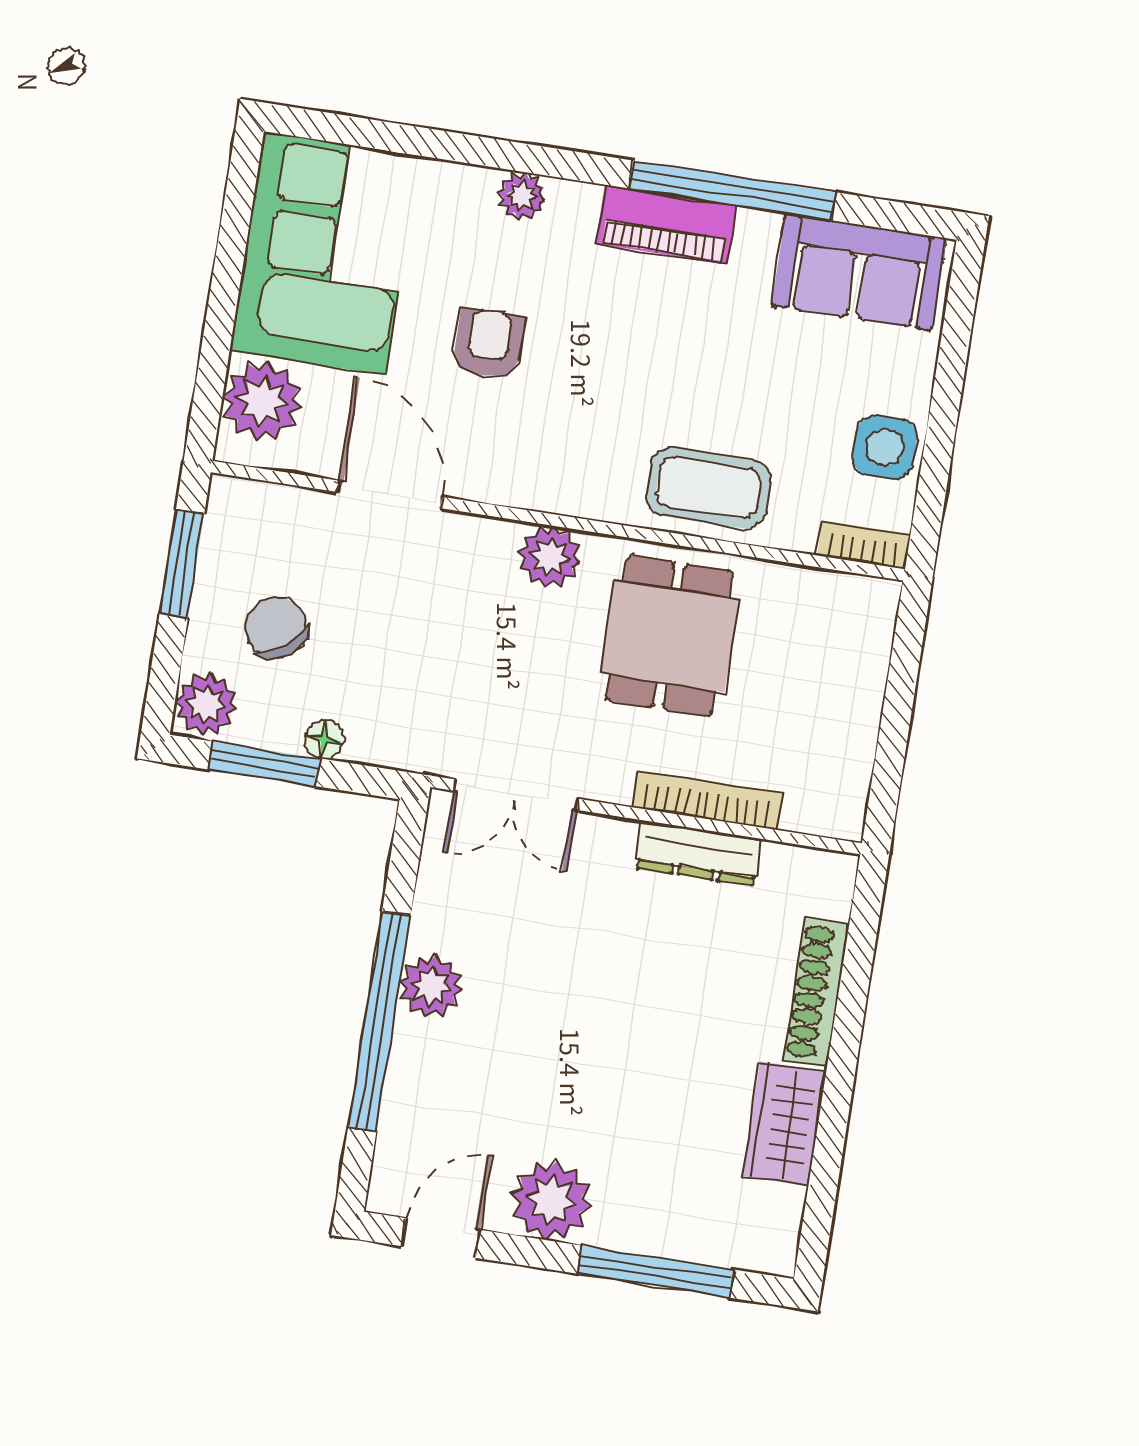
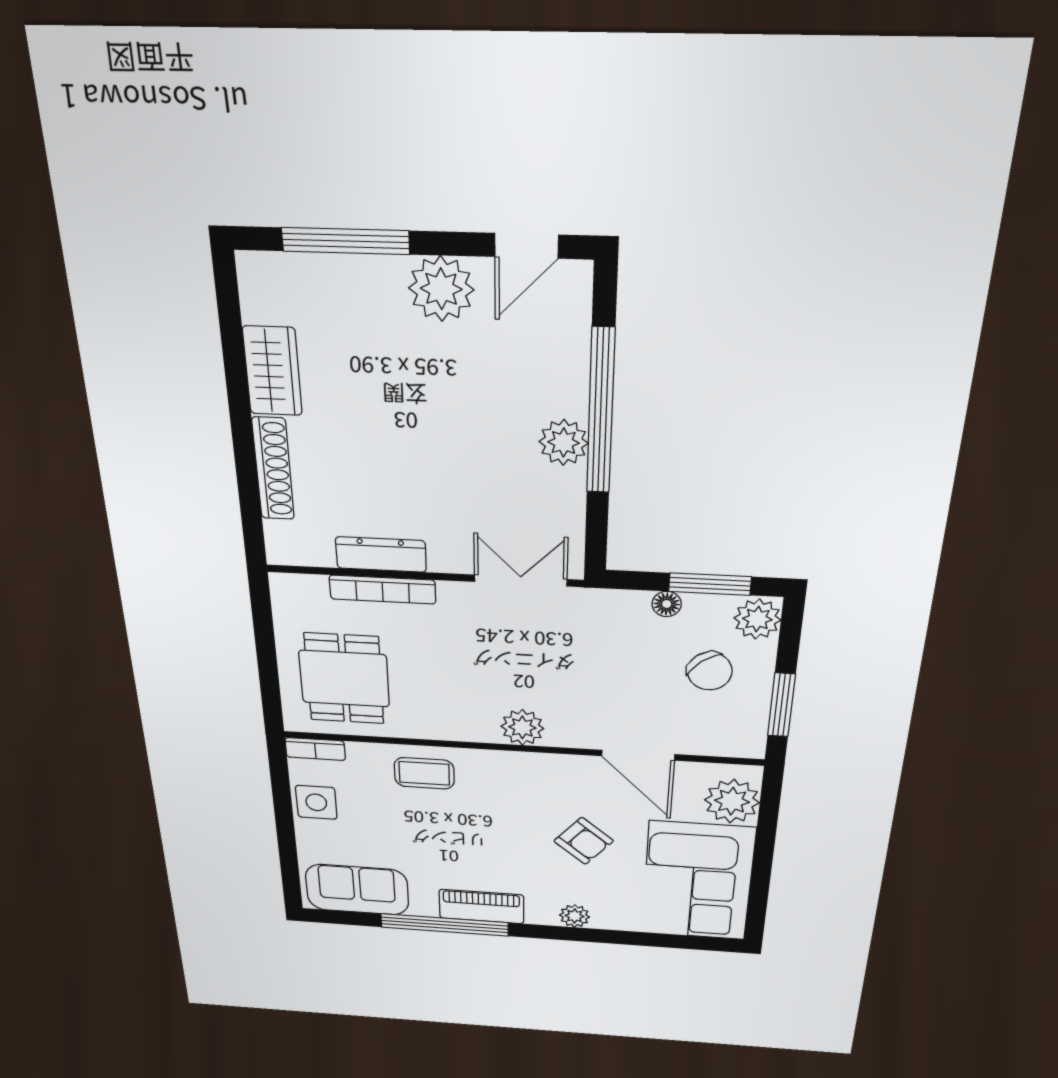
armchair: (488, 344) -> (584, 841), turned -50
coffee table: (708, 488) -> (424, 773), width x0.73, depth x0.77
dining table: (669, 636) -> (344, 679), moved

